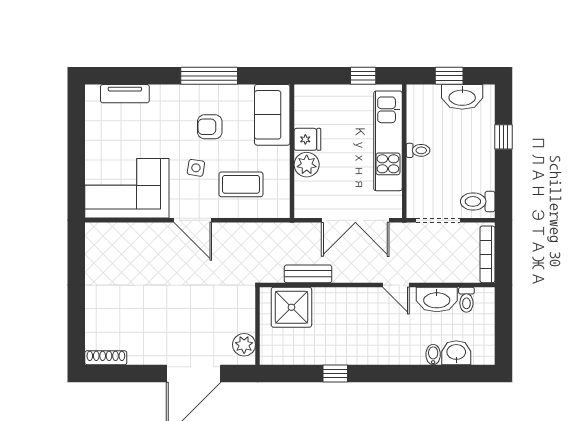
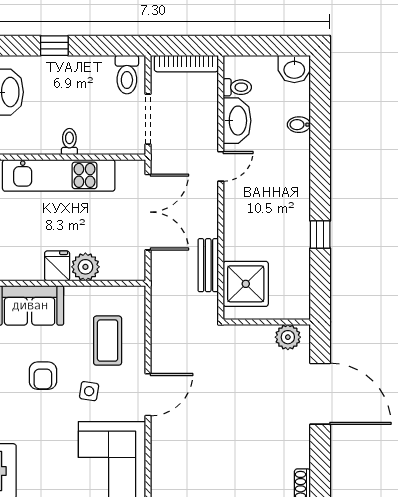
washbasin: (456, 353) -> (294, 69), moved, turned -90

